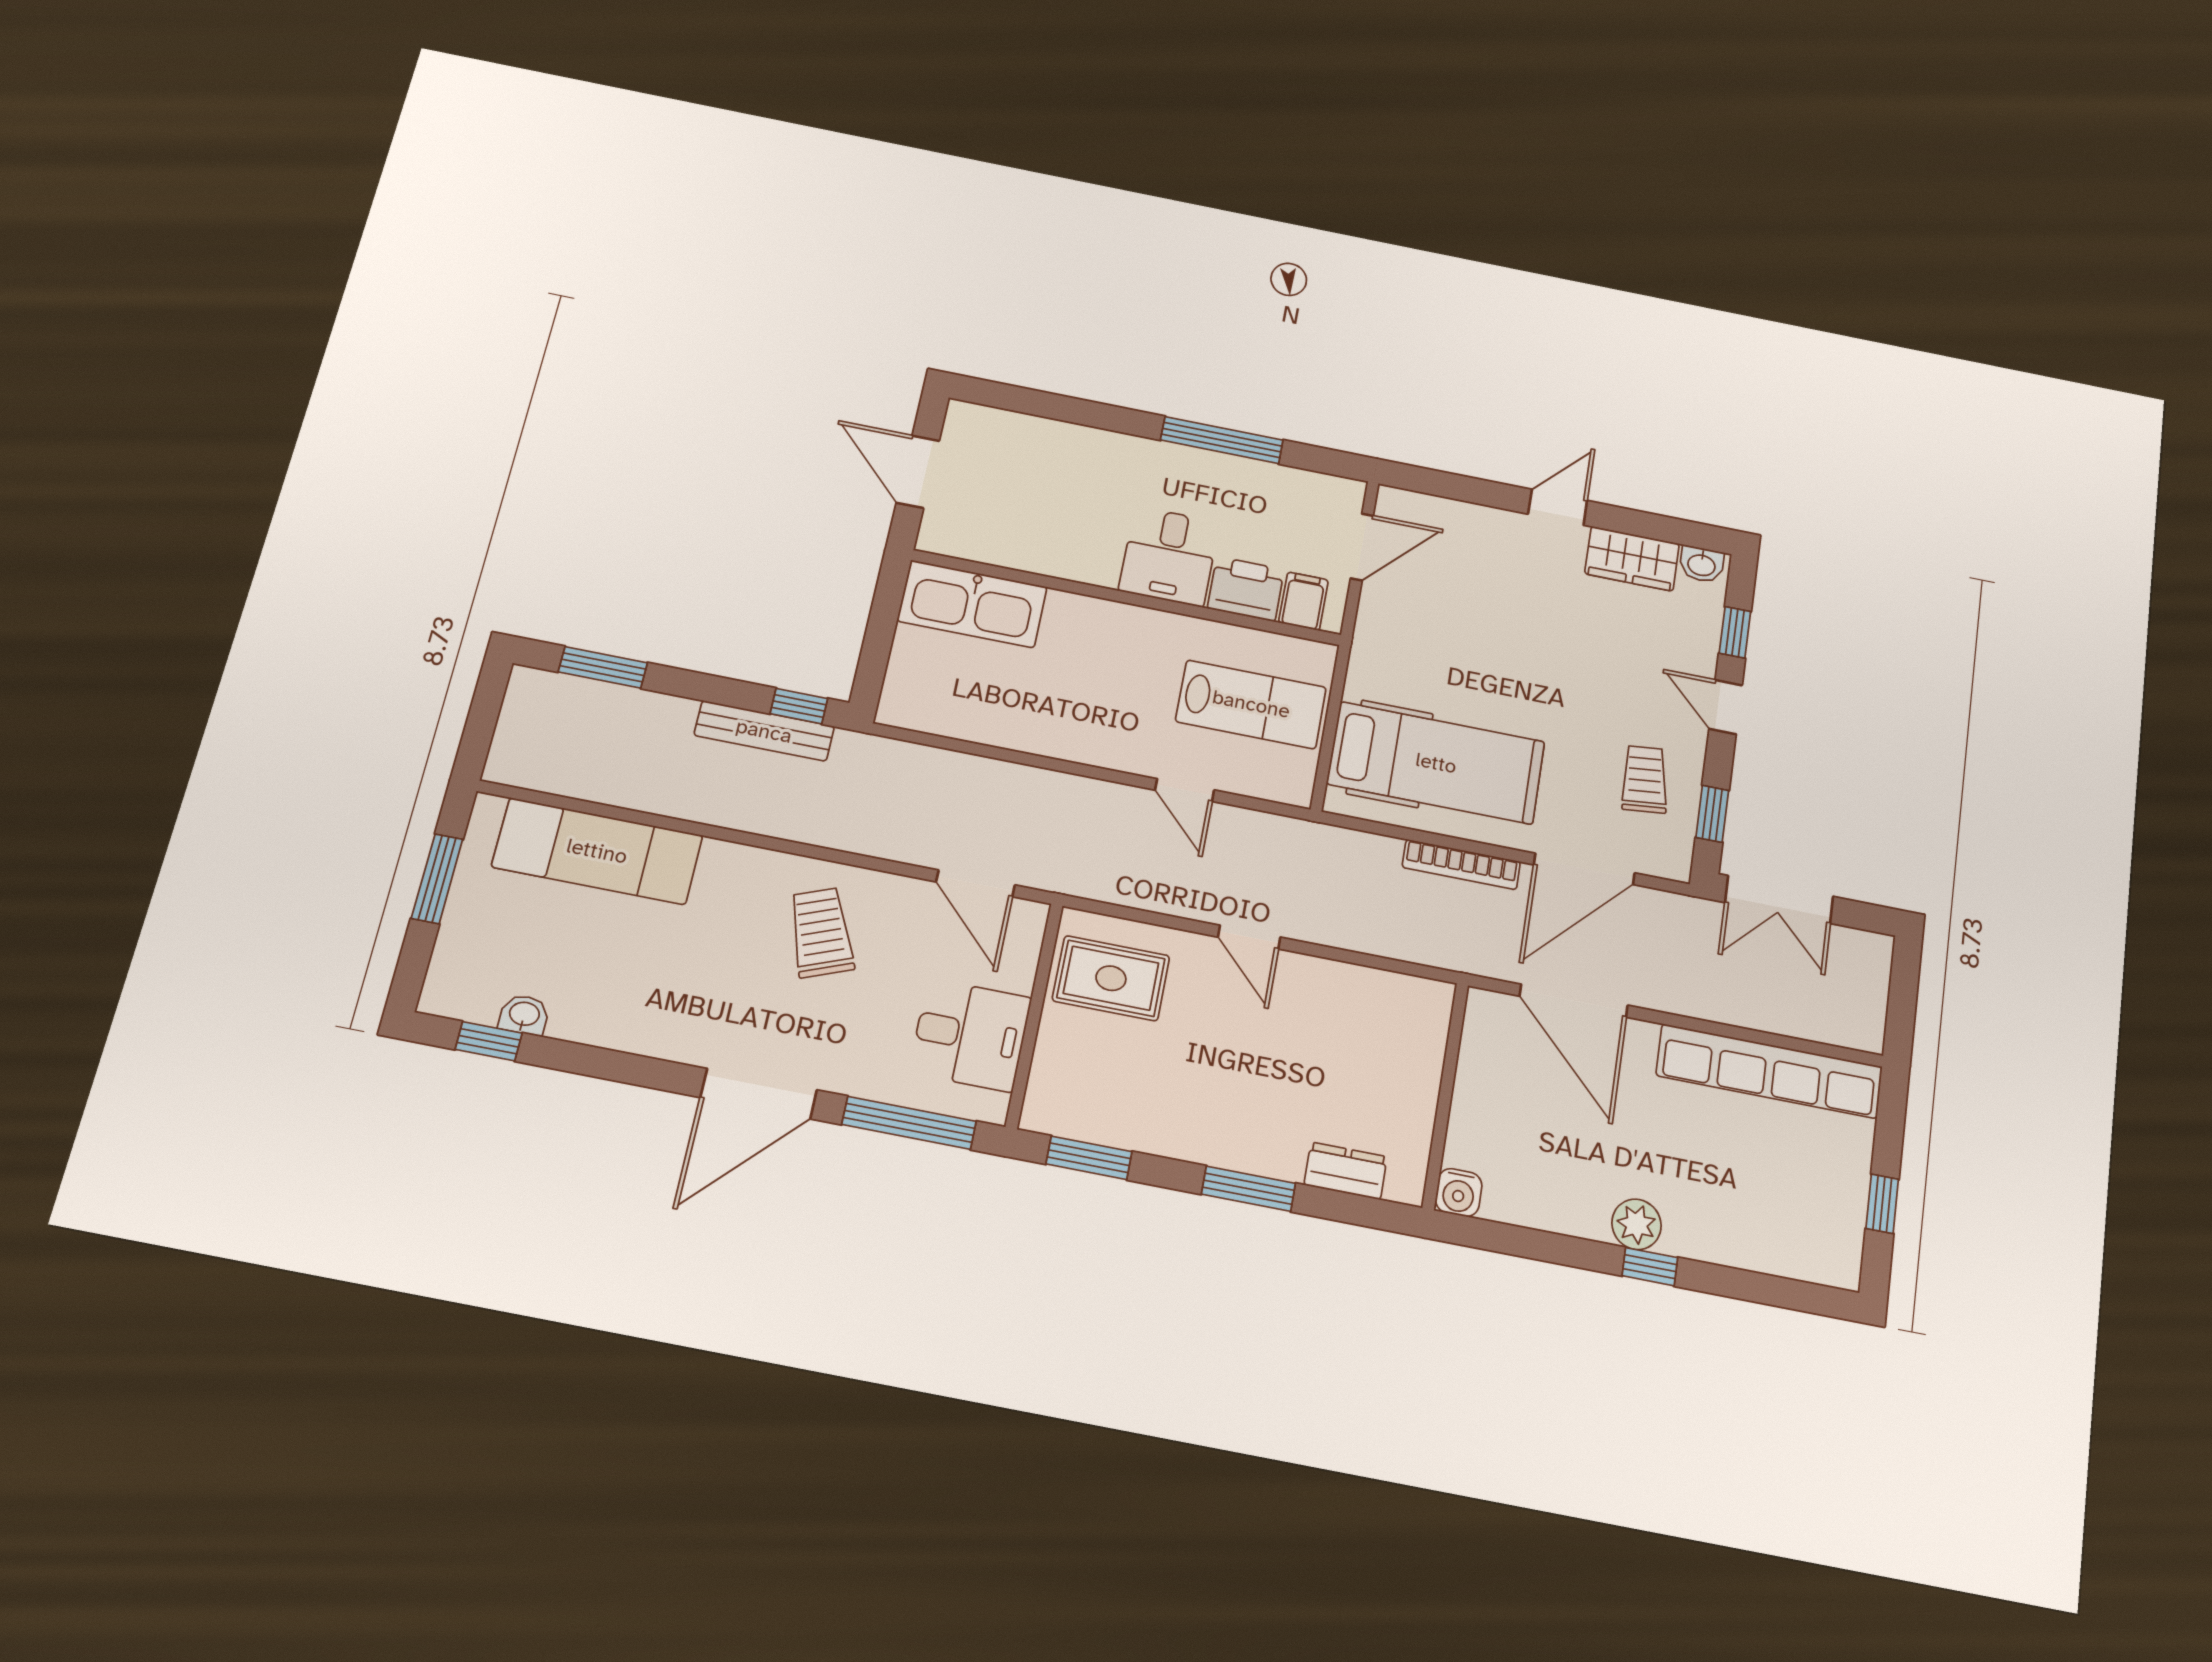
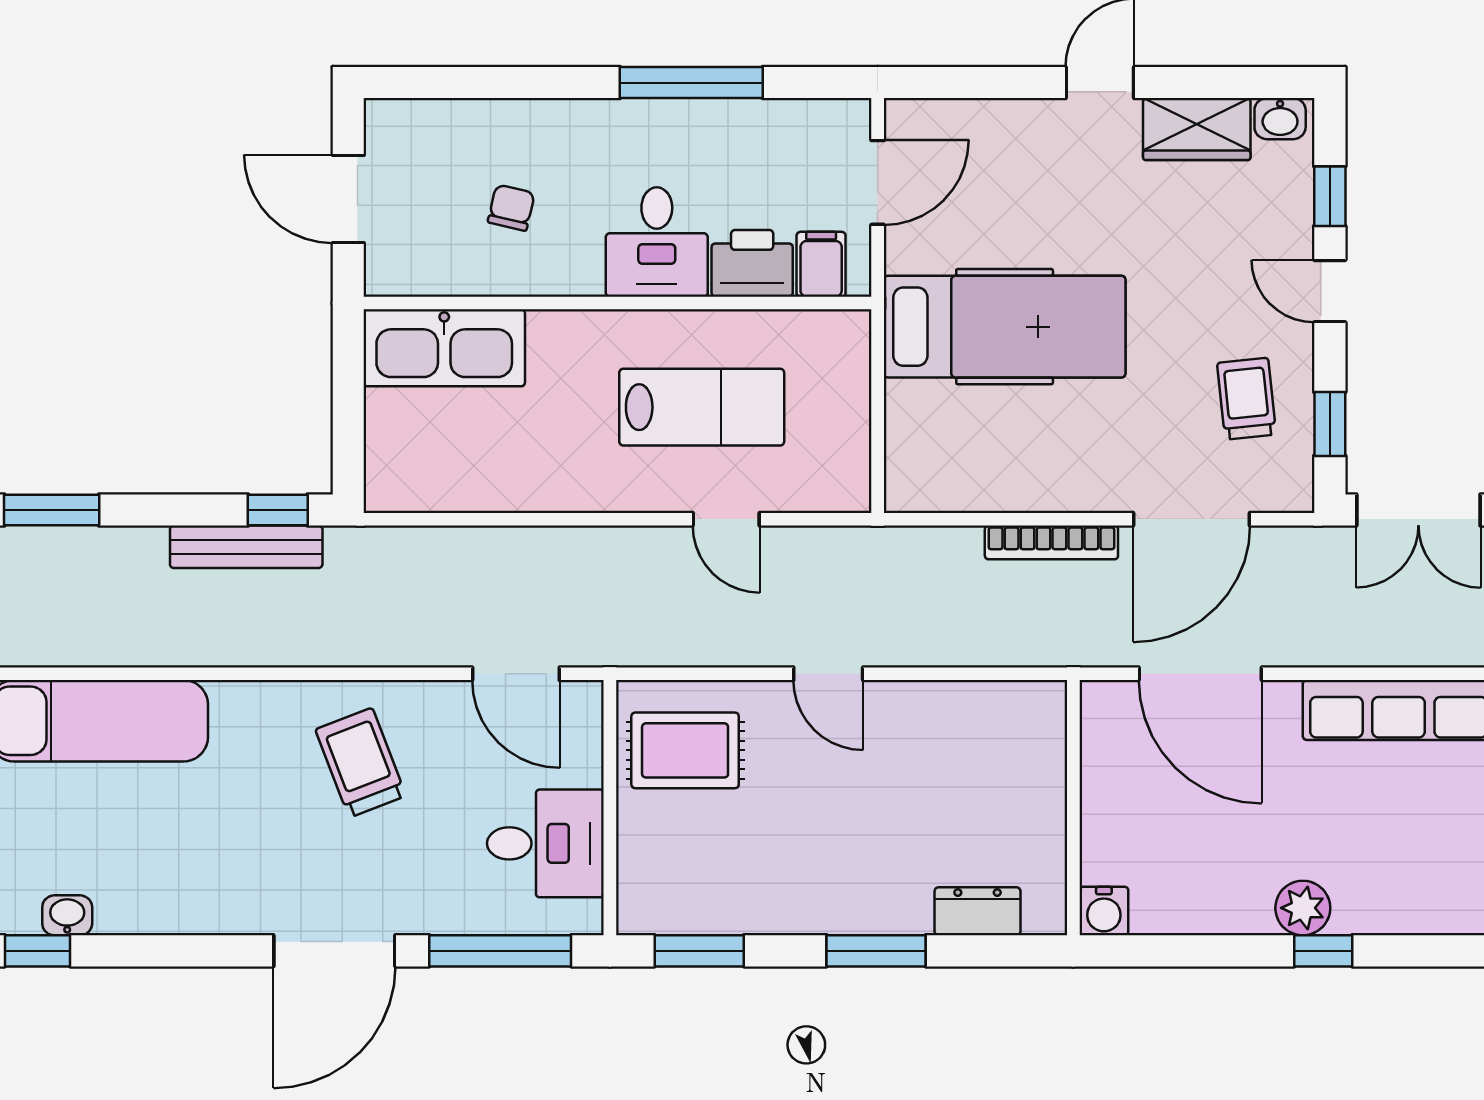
chair: (1053, 506) -> (511, 208), added
lab bench: (1251, 704) -> (702, 407), moved
hospital bed: (1436, 763) -> (1005, 327), moved

